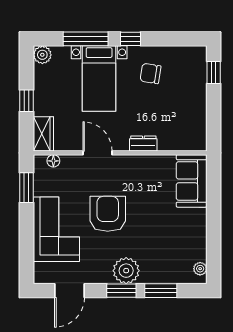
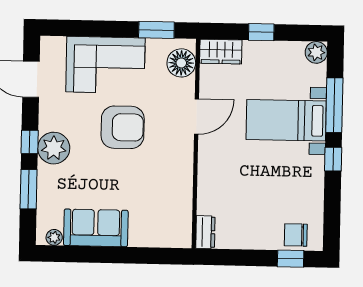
chair: (150, 73) -> (296, 235), moved, turned -99
dresser: (143, 143) -> (205, 232), moved
floor lamp: (53, 161) -> (181, 63), width x1.89, depth x1.89
sofa: (192, 181) -> (96, 228), moved
window: (121, 291) -> (30, 142), width x0.67

